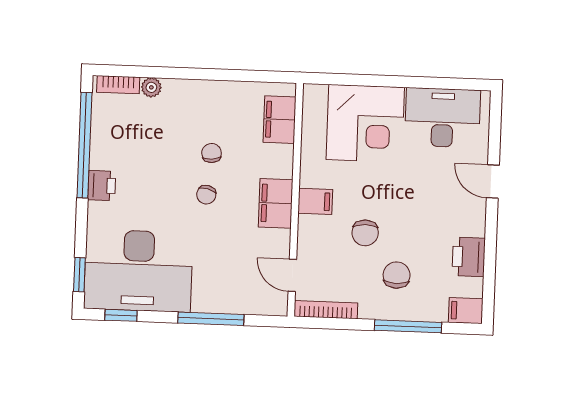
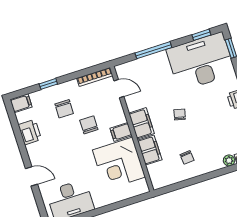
filing cabinet: (280, 120) -> (150, 150), moved
corner desk: (365, 123) -> (119, 163), moved, turned -90
chair: (212, 153) -> (187, 157), moved
window: (408, 326) -> (48, 84), width x0.46

